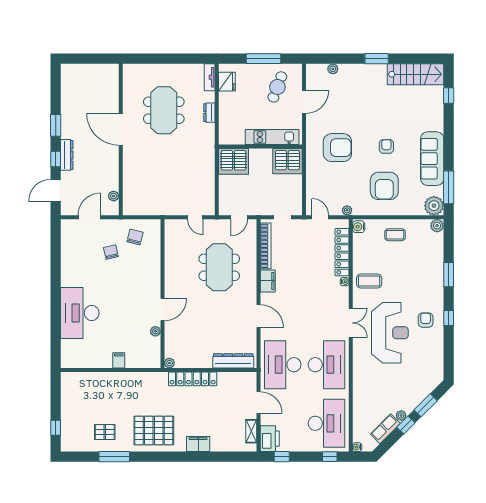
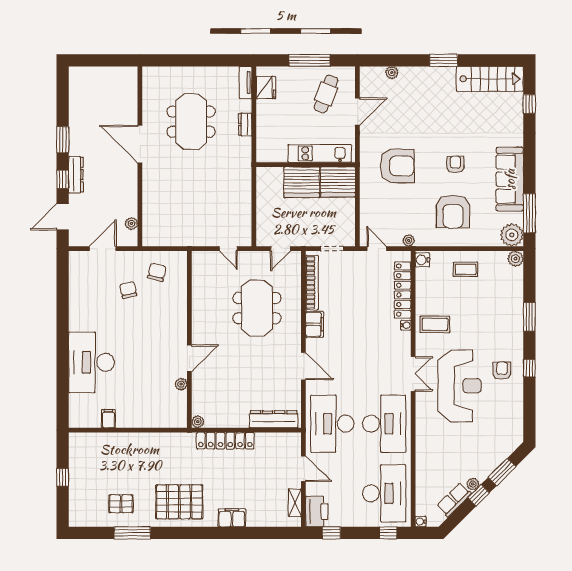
server rack: (234, 161) -> (302, 182), moved
filing cabinet: (119, 360) -> (108, 419), moved
window: (56, 428) -> (63, 477), moved

